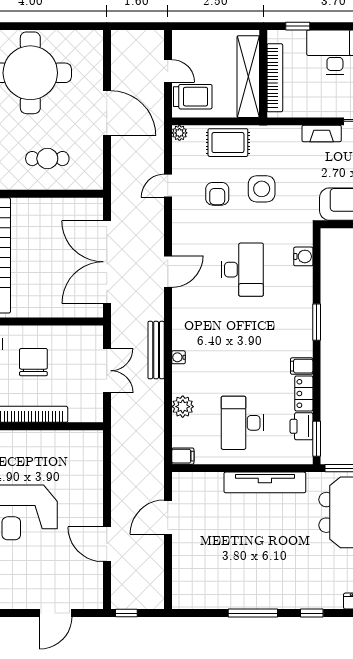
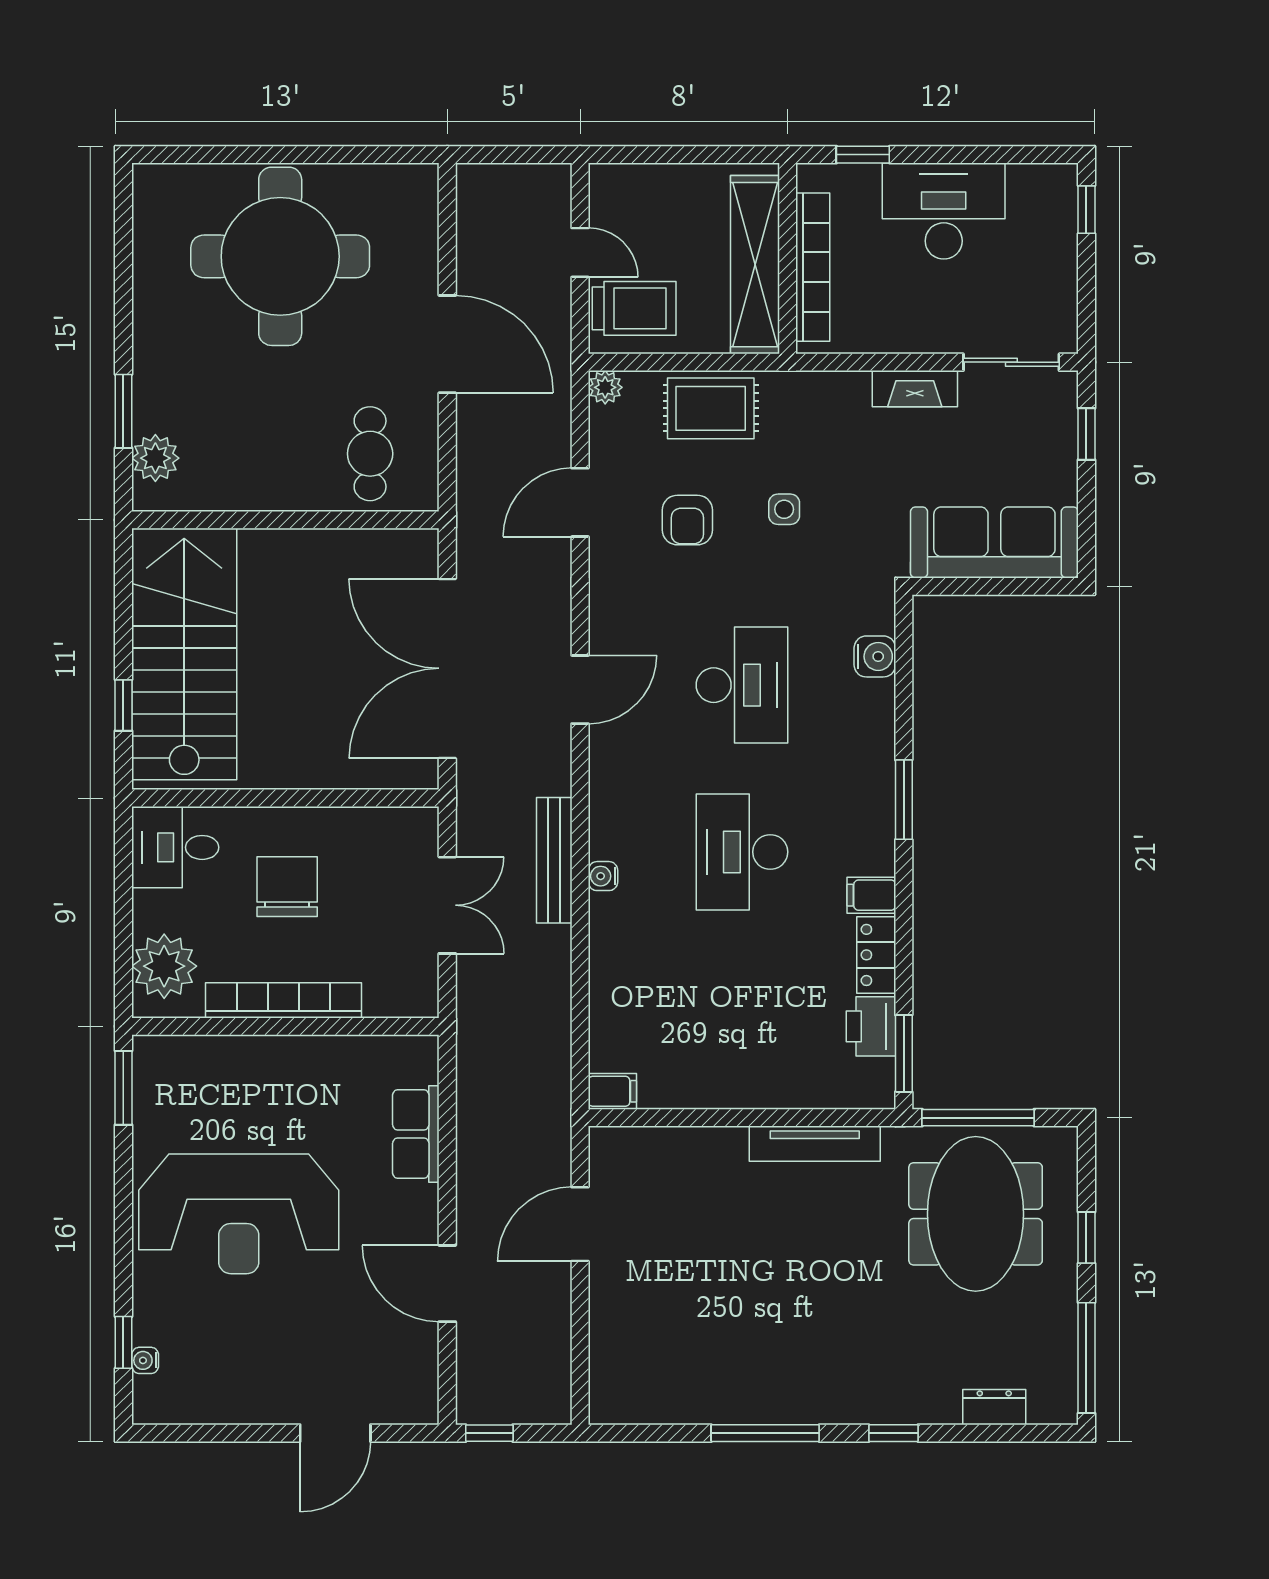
cafe table: (47, 159) -> (370, 454), moved, turned 90
door: (168, 186) -> (580, 502), width x1.38
side table: (262, 189) -> (784, 509), width x0.54, depth x0.54
plant: (183, 407) -> (612, 983), removed
desk: (242, 423) -> (742, 852), moved
row of seats: (93, 476) -> (416, 1134), added
tv unit: (265, 482) -> (815, 1144), width x0.73, depth x0.78

